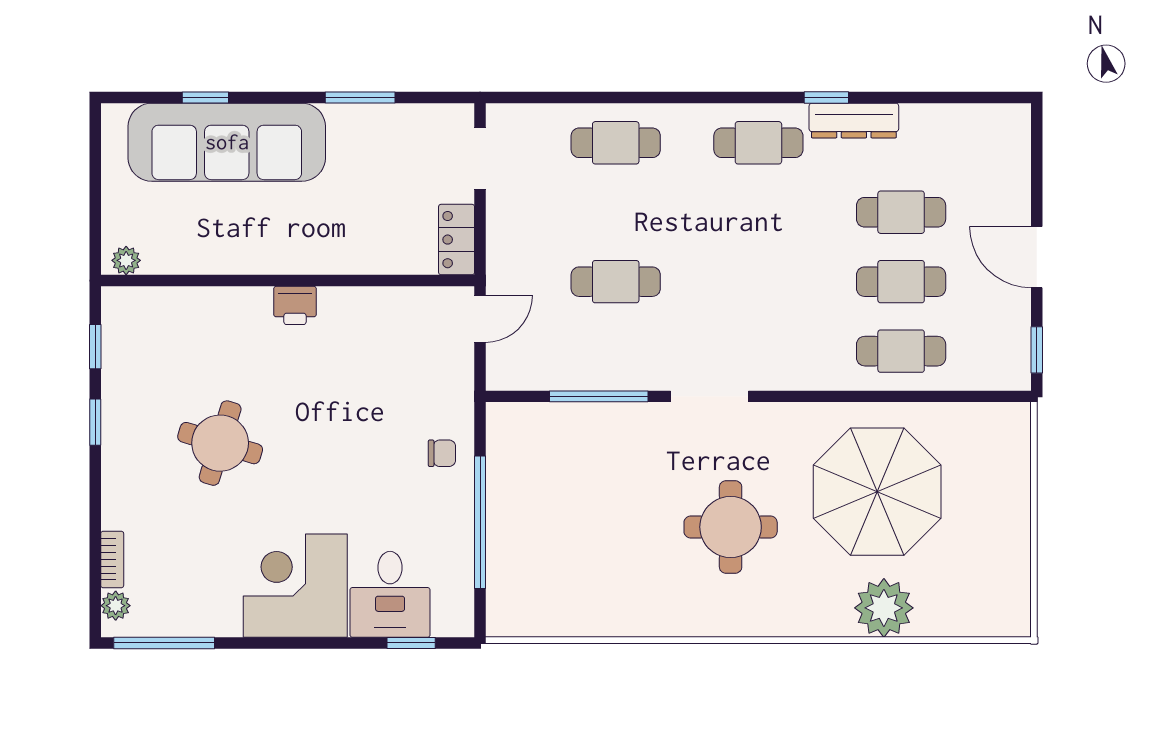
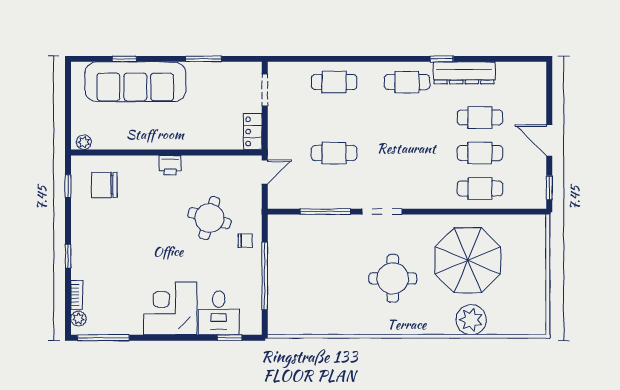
dresser: (854, 121) -> (464, 73), width x1.37, depth x1.24
chair: (166, 344) -> (104, 185), added
window: (95, 422) -> (68, 256), moved
round table: (220, 443) -> (209, 218), moved

